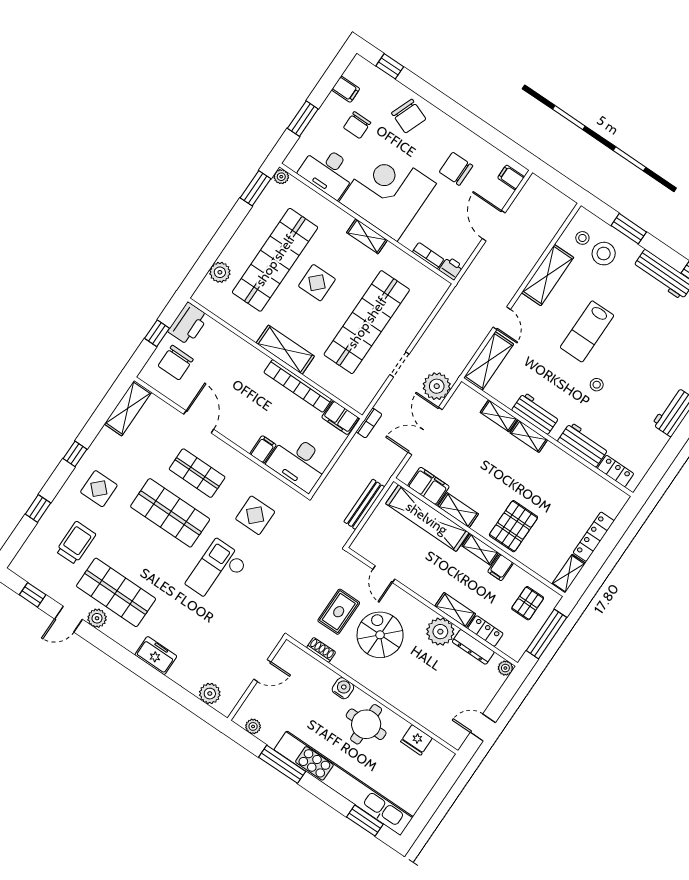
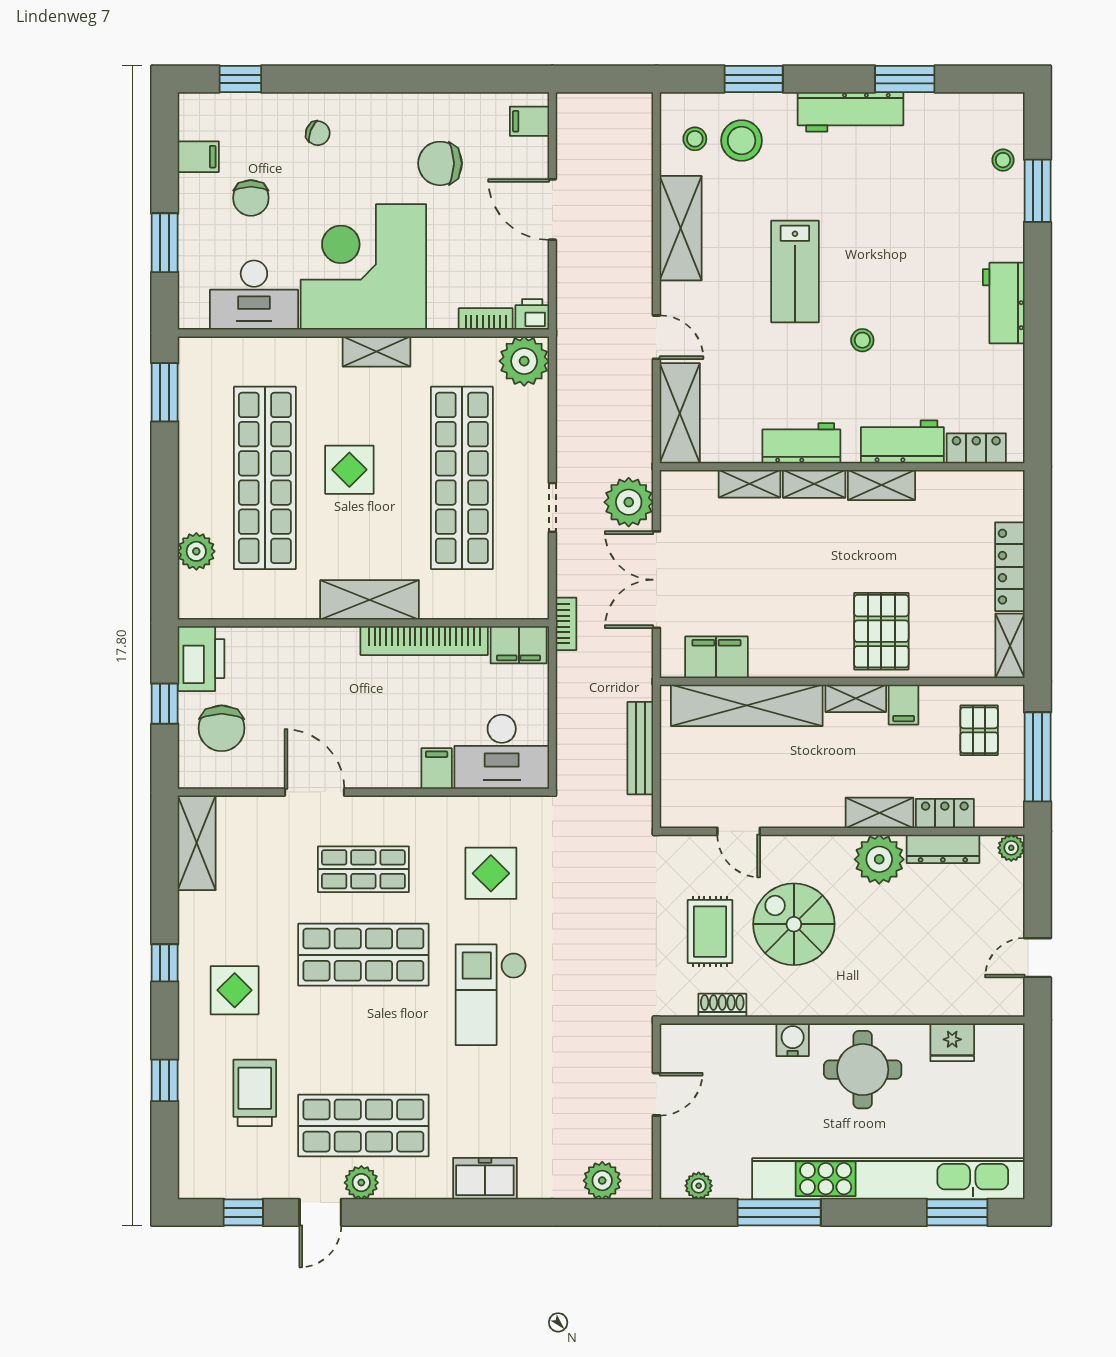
chair: (409, 116) -> (318, 133), width x0.54, depth x0.54
plant: (281, 177) -> (524, 361), moved, width x1.88, depth x1.88
shelving: (458, 510) -> (882, 485), moved

